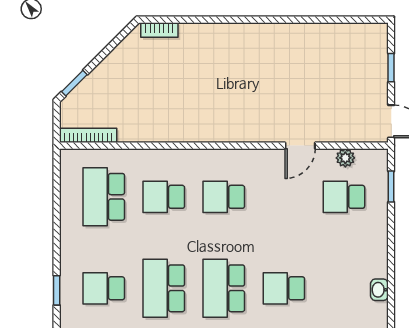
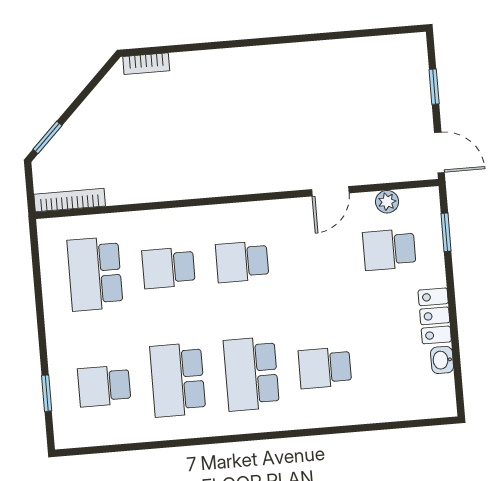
locker: (376, 254) -> (435, 316), added

